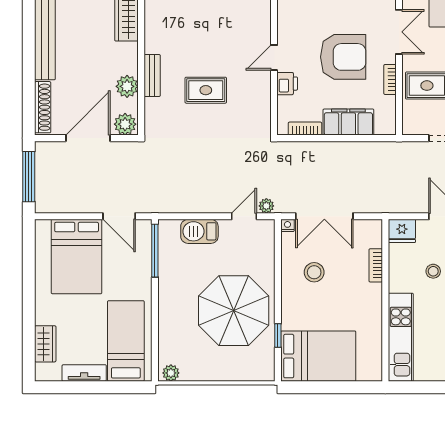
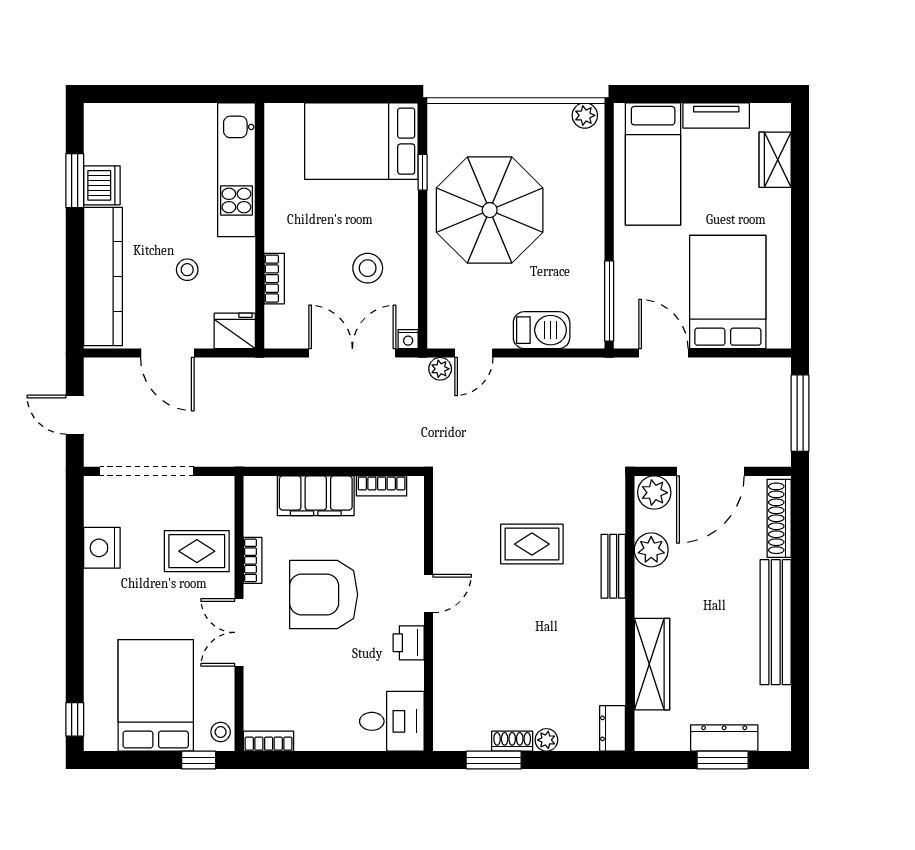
printer: (287, 84) -> (409, 643), moved

